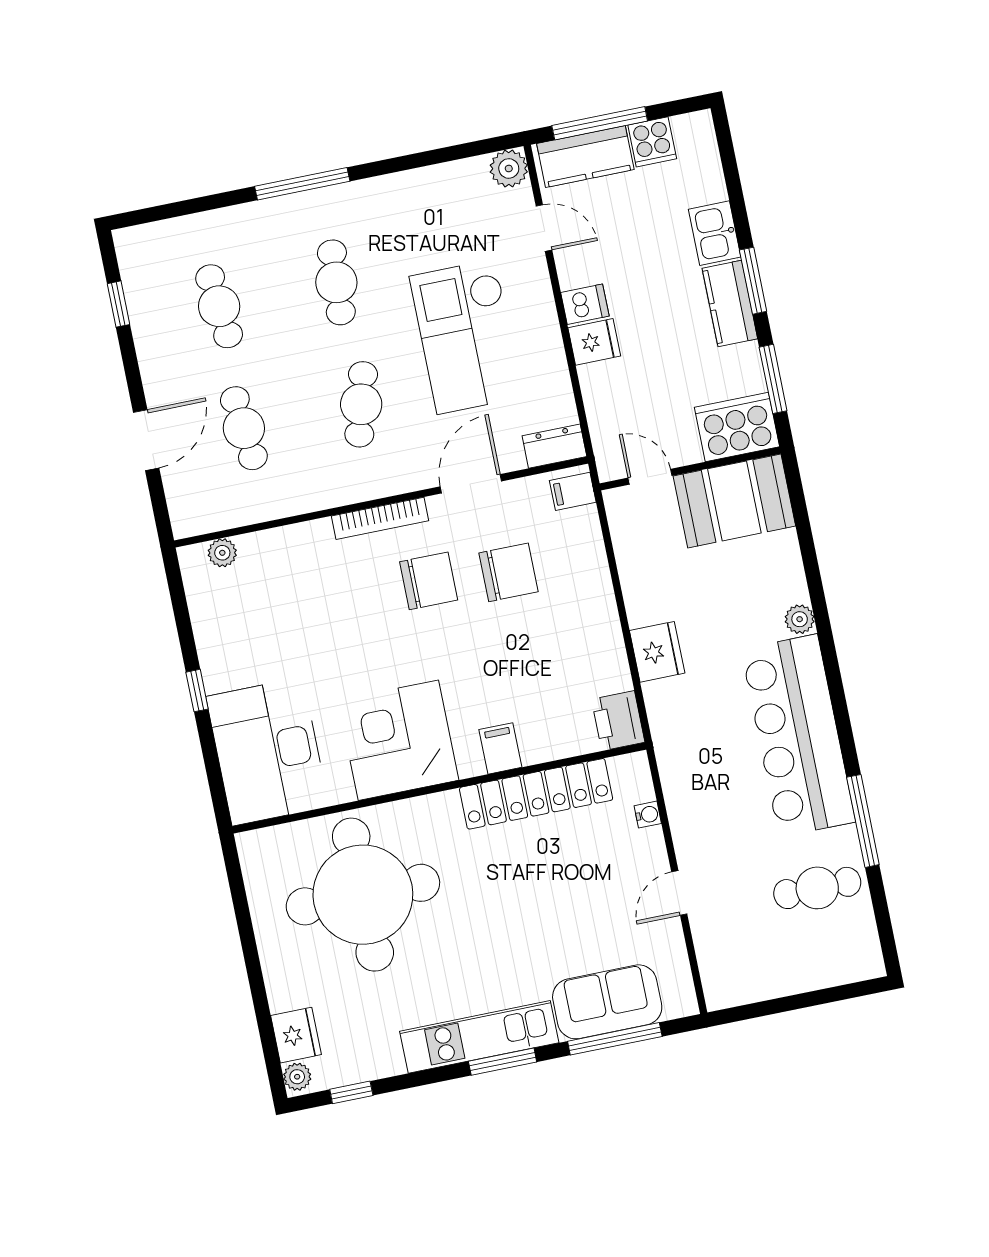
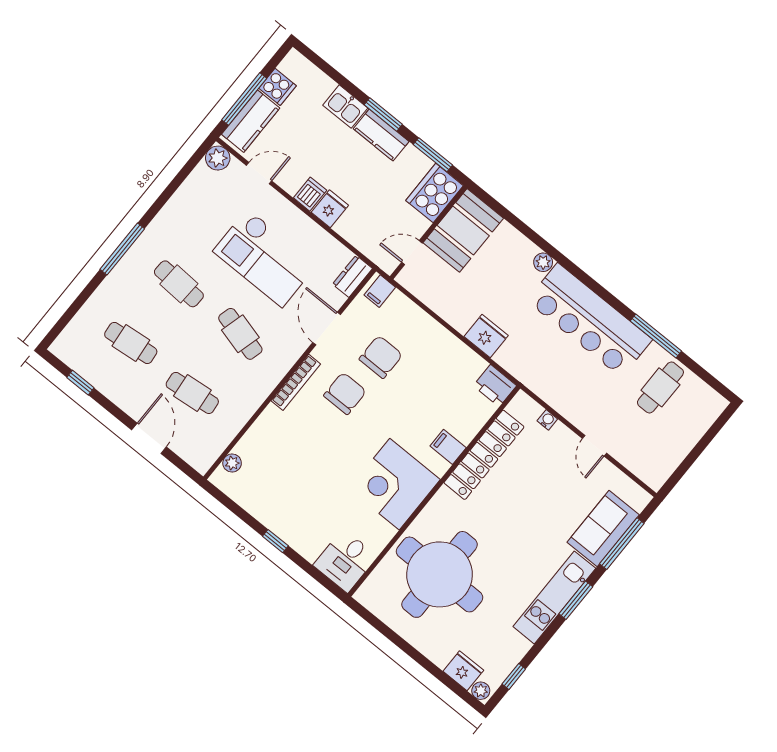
desk: (268, 751) -> (345, 561), width x0.53, depth x0.77

